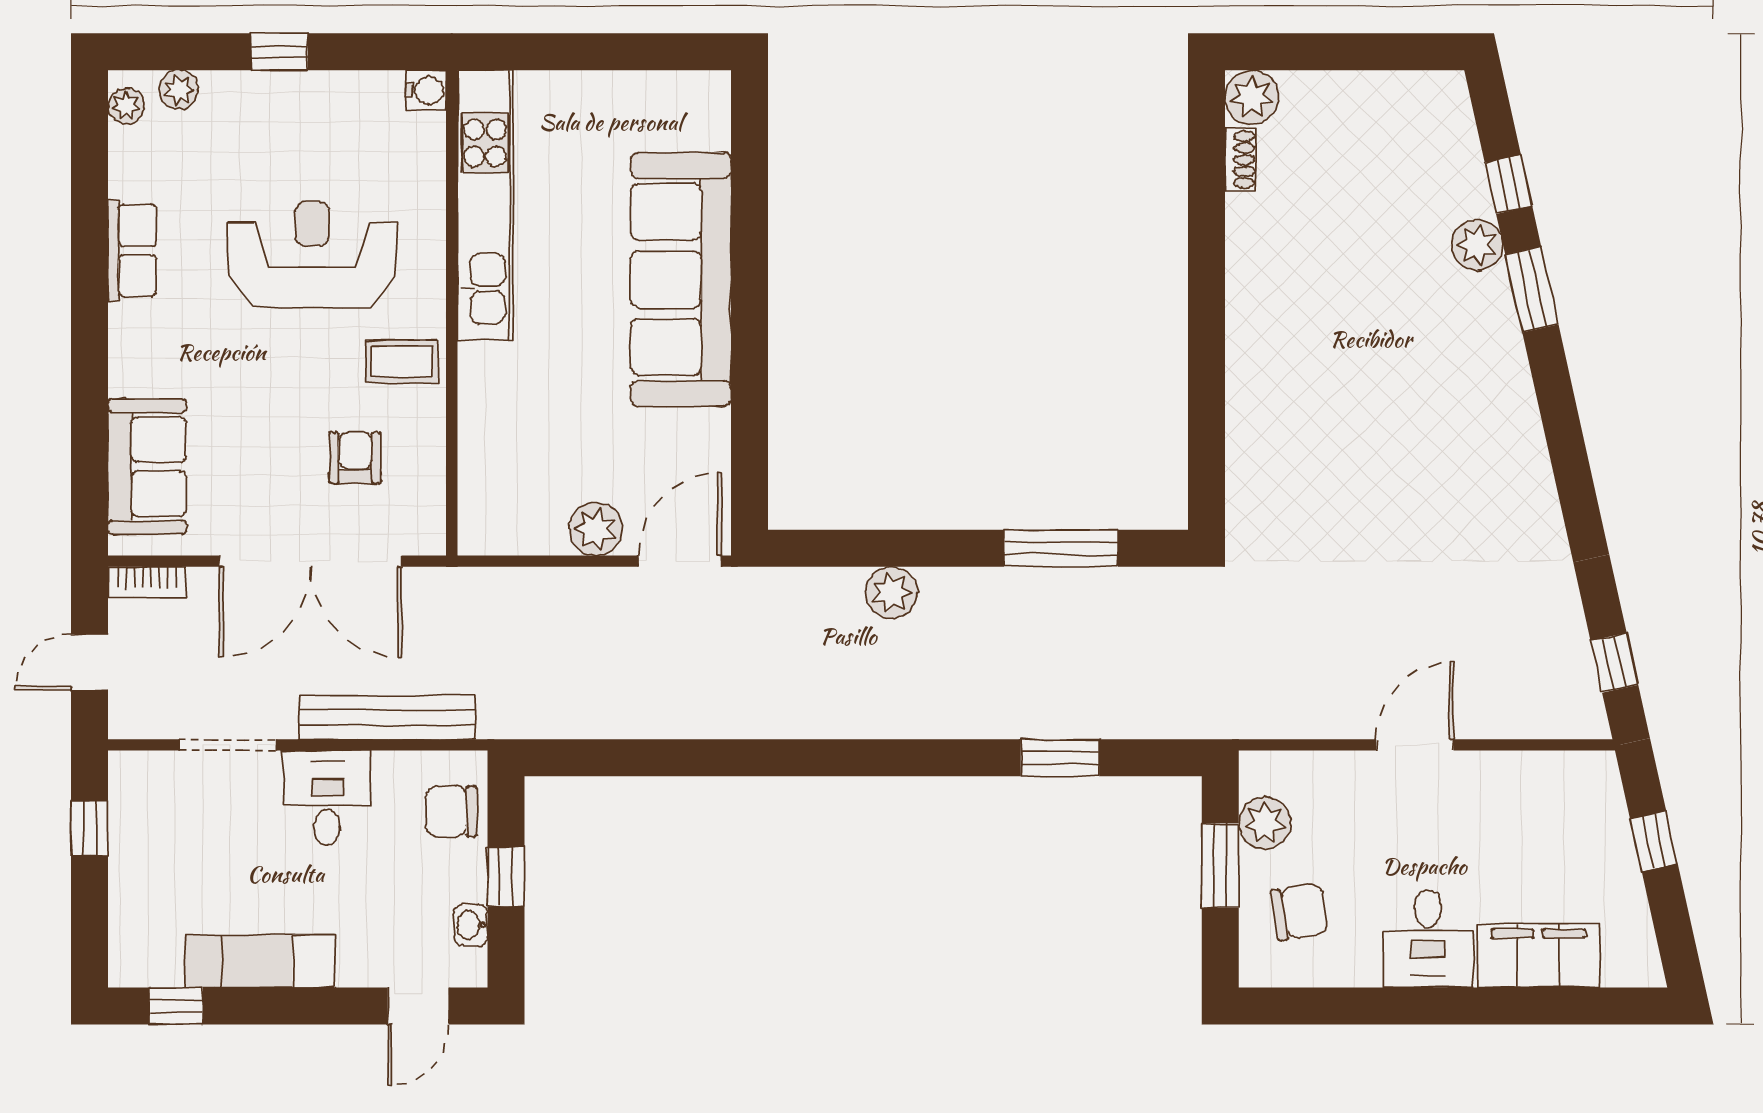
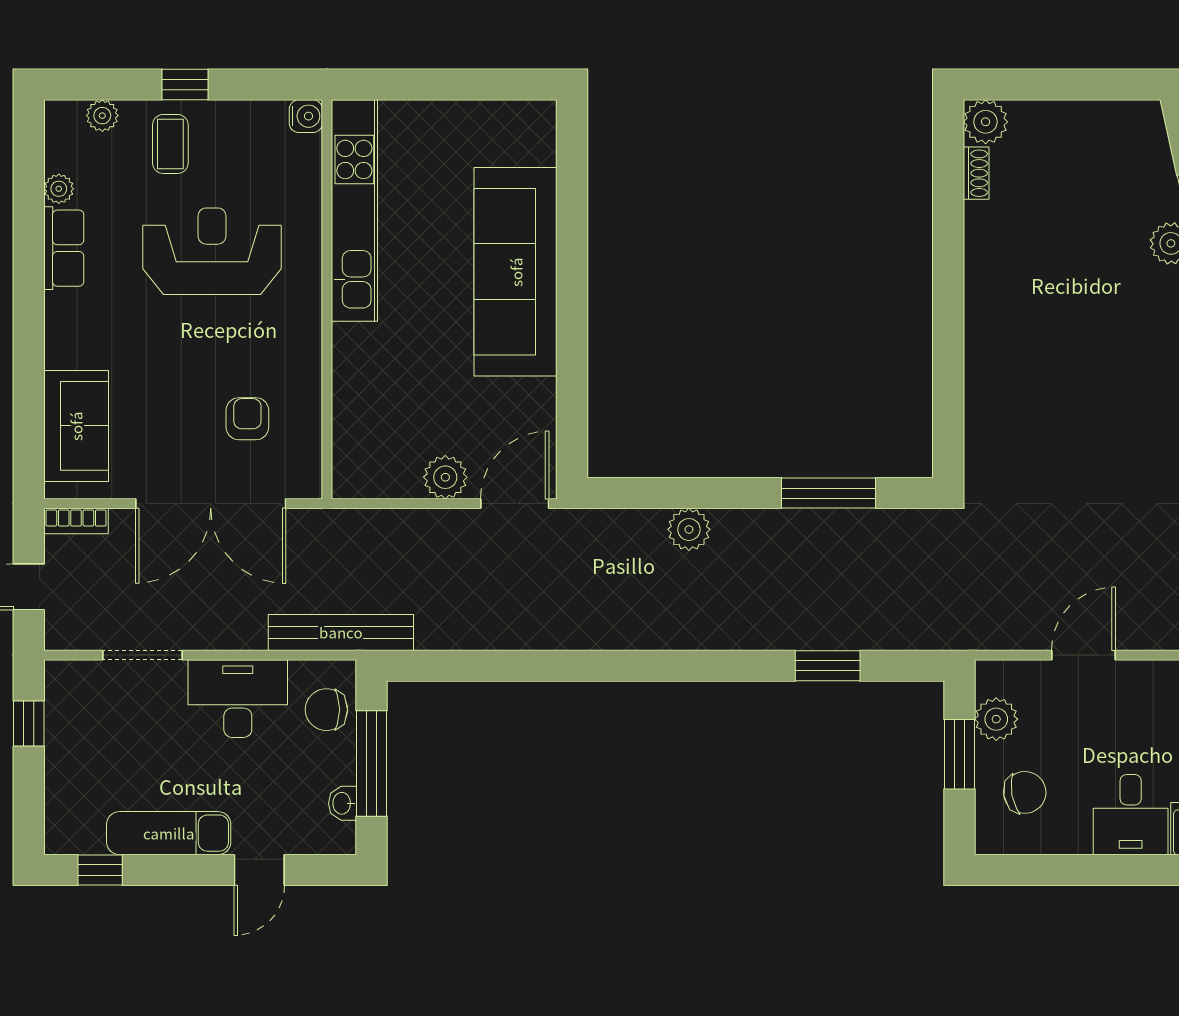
plant: (126, 106) -> (59, 189), moved
coffee table: (402, 362) -> (170, 144), moved, turned 90
bench: (387, 717) -> (341, 632), moved
door: (1415, 745) -> (1083, 655), moved
desk: (327, 798) -> (238, 699), width x1.37
window: (506, 877) -> (372, 763), width x2.17
door: (418, 1006) -> (259, 870), moved

